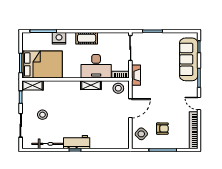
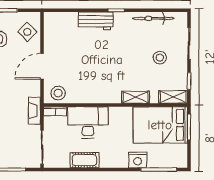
cot: (87, 38) -> (84, 160), moved
shelving: (91, 85) -> (135, 97), moved
workbench: (77, 142) -> (96, 21), moved

